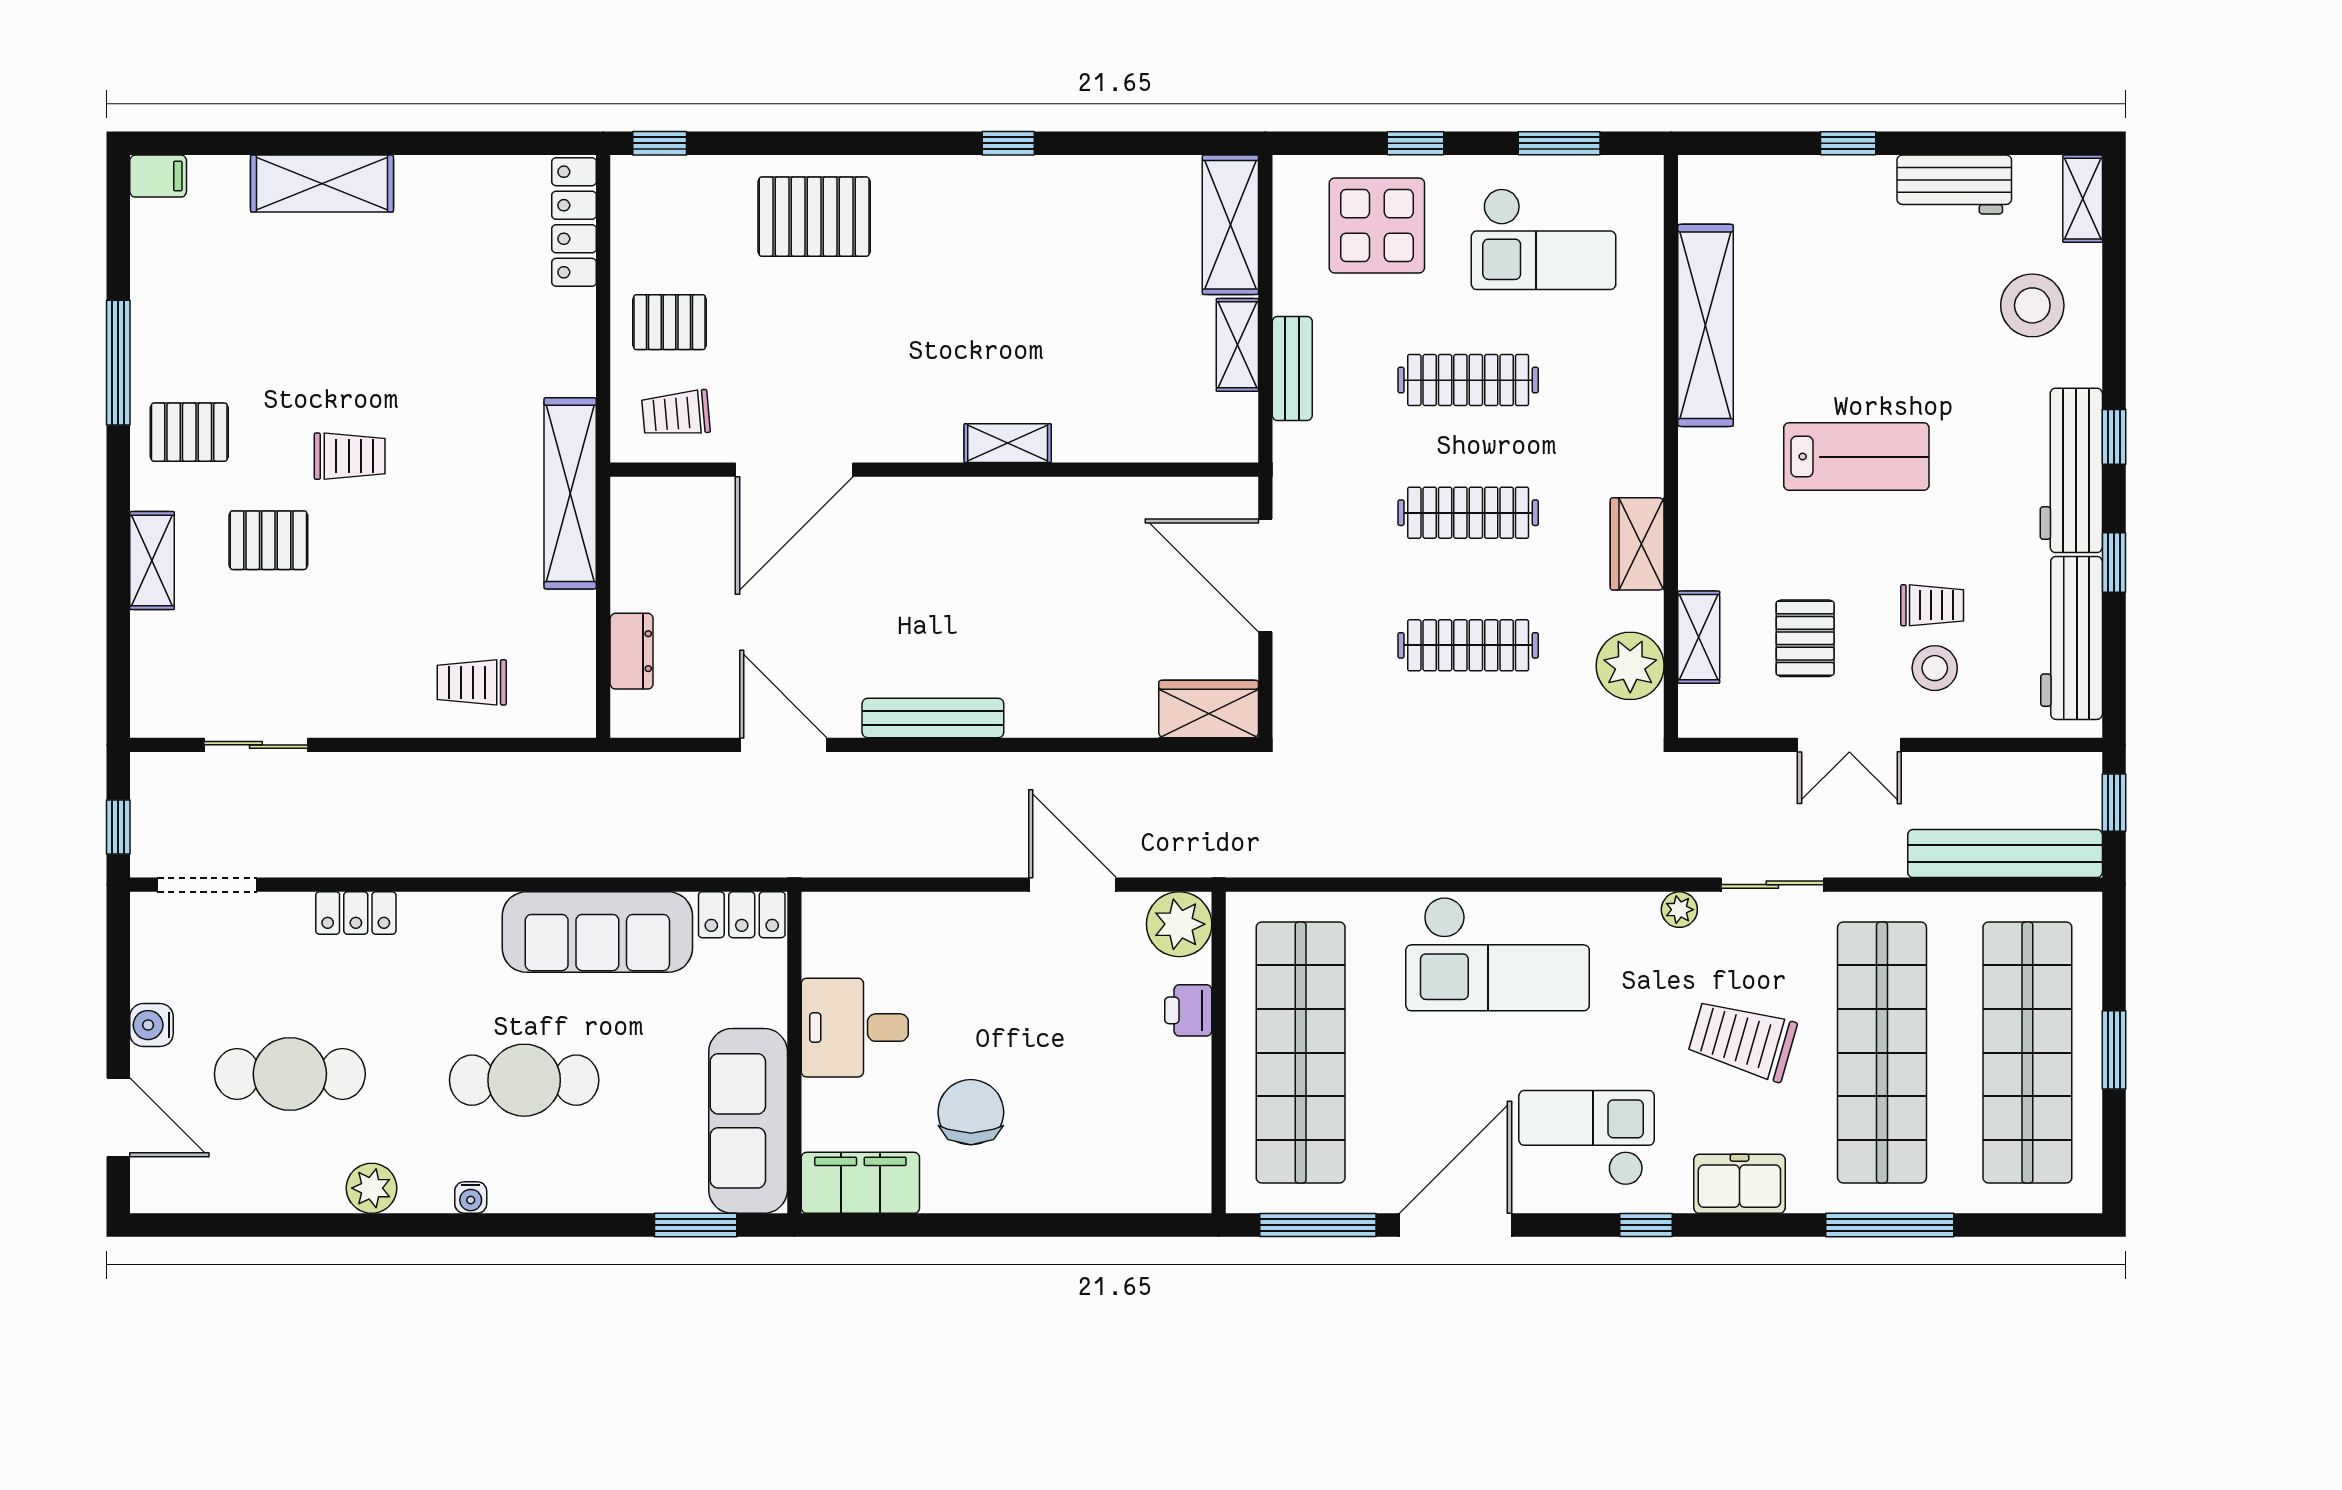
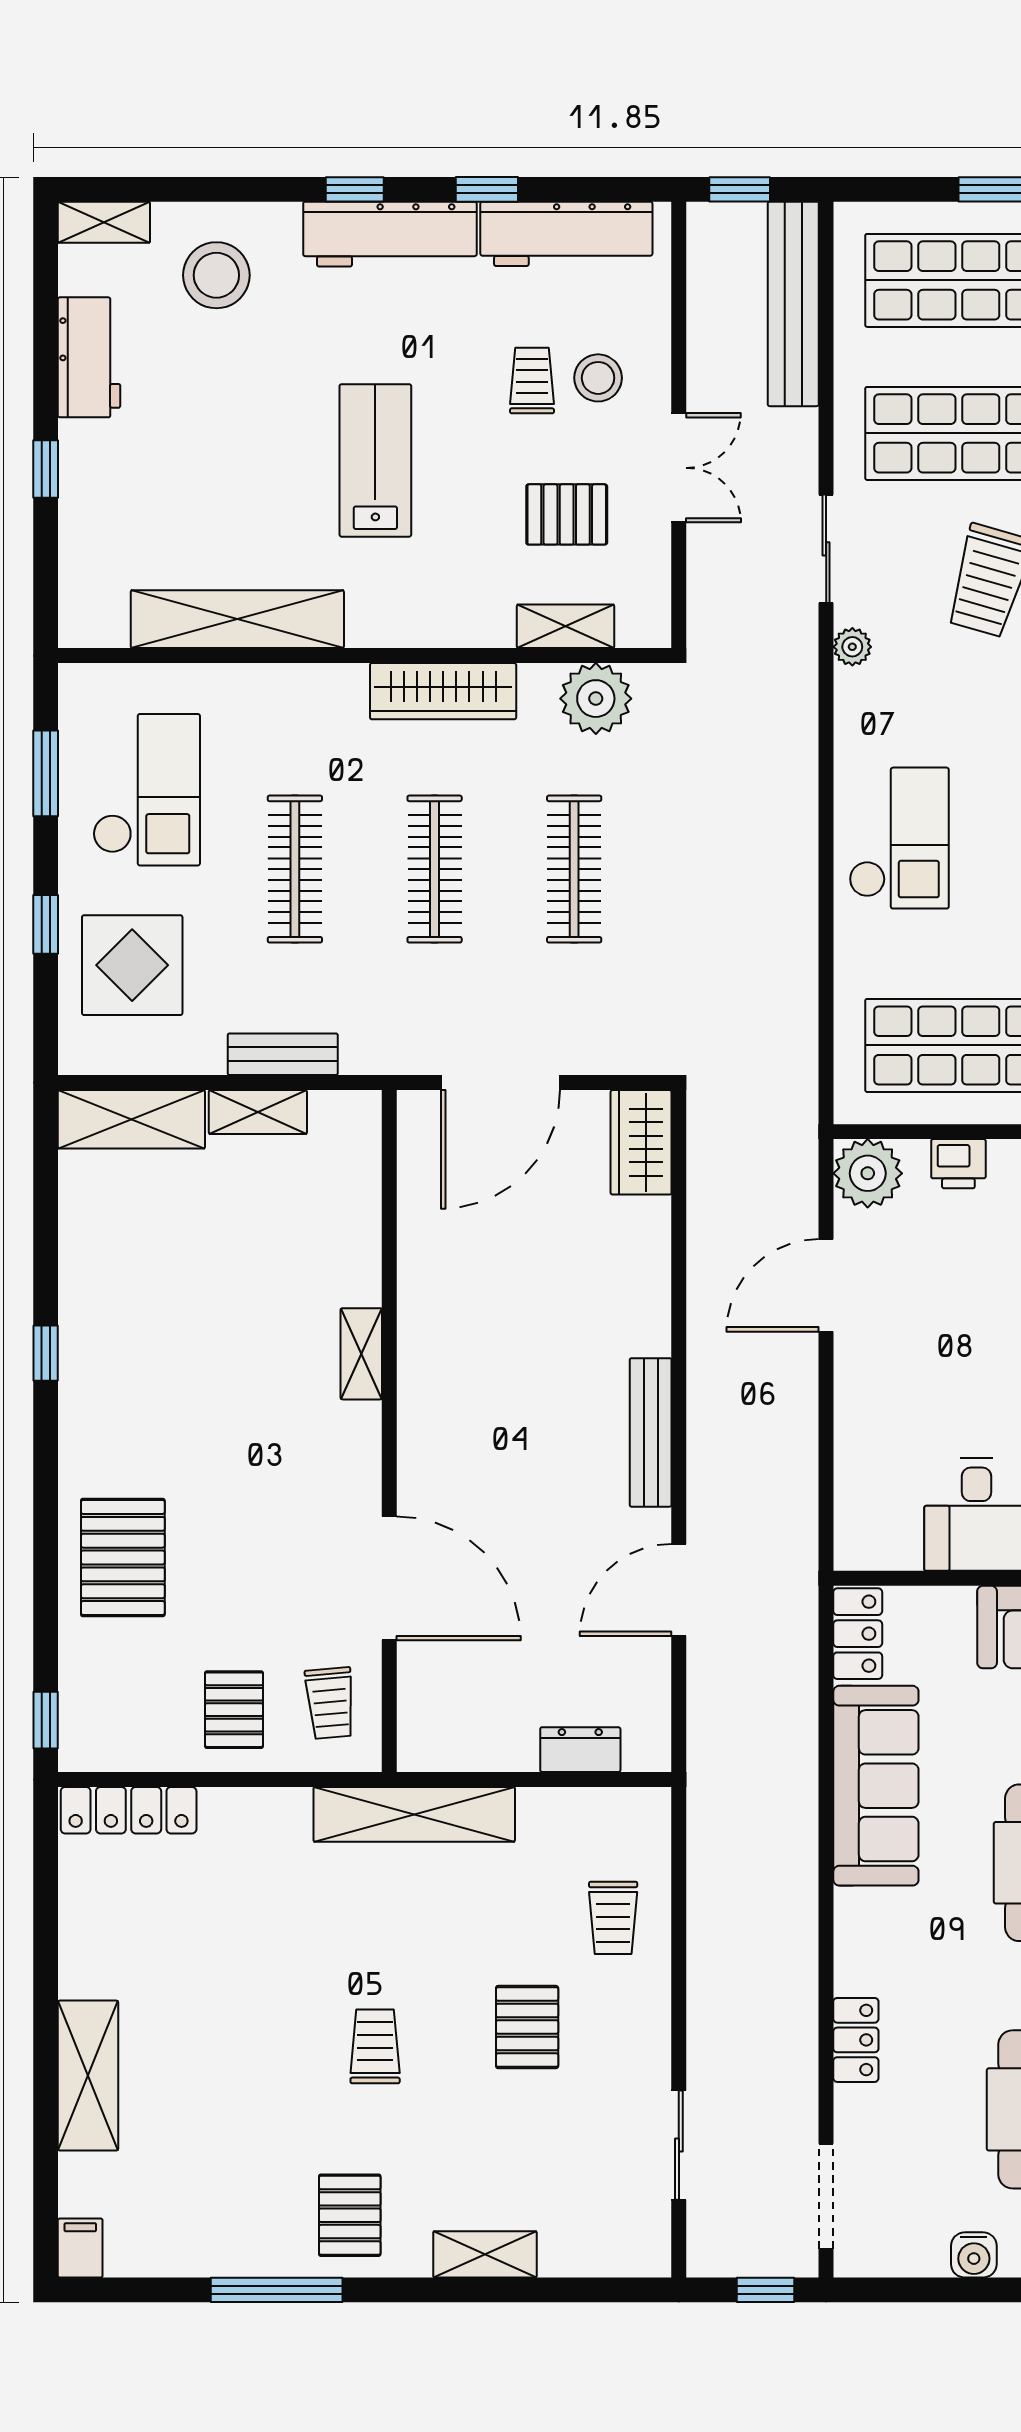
pallet: (268, 540) -> (527, 2027), moved
wardrobe: (1637, 544) -> (443, 691), width x1.50
checkout: (1498, 954) -> (899, 838), width x0.73, depth x0.83

